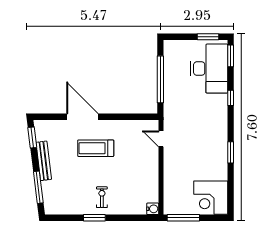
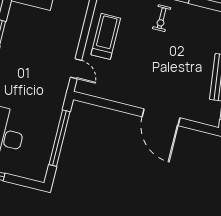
treadmill: (96, 148) -> (106, 36), moved, turned -90

